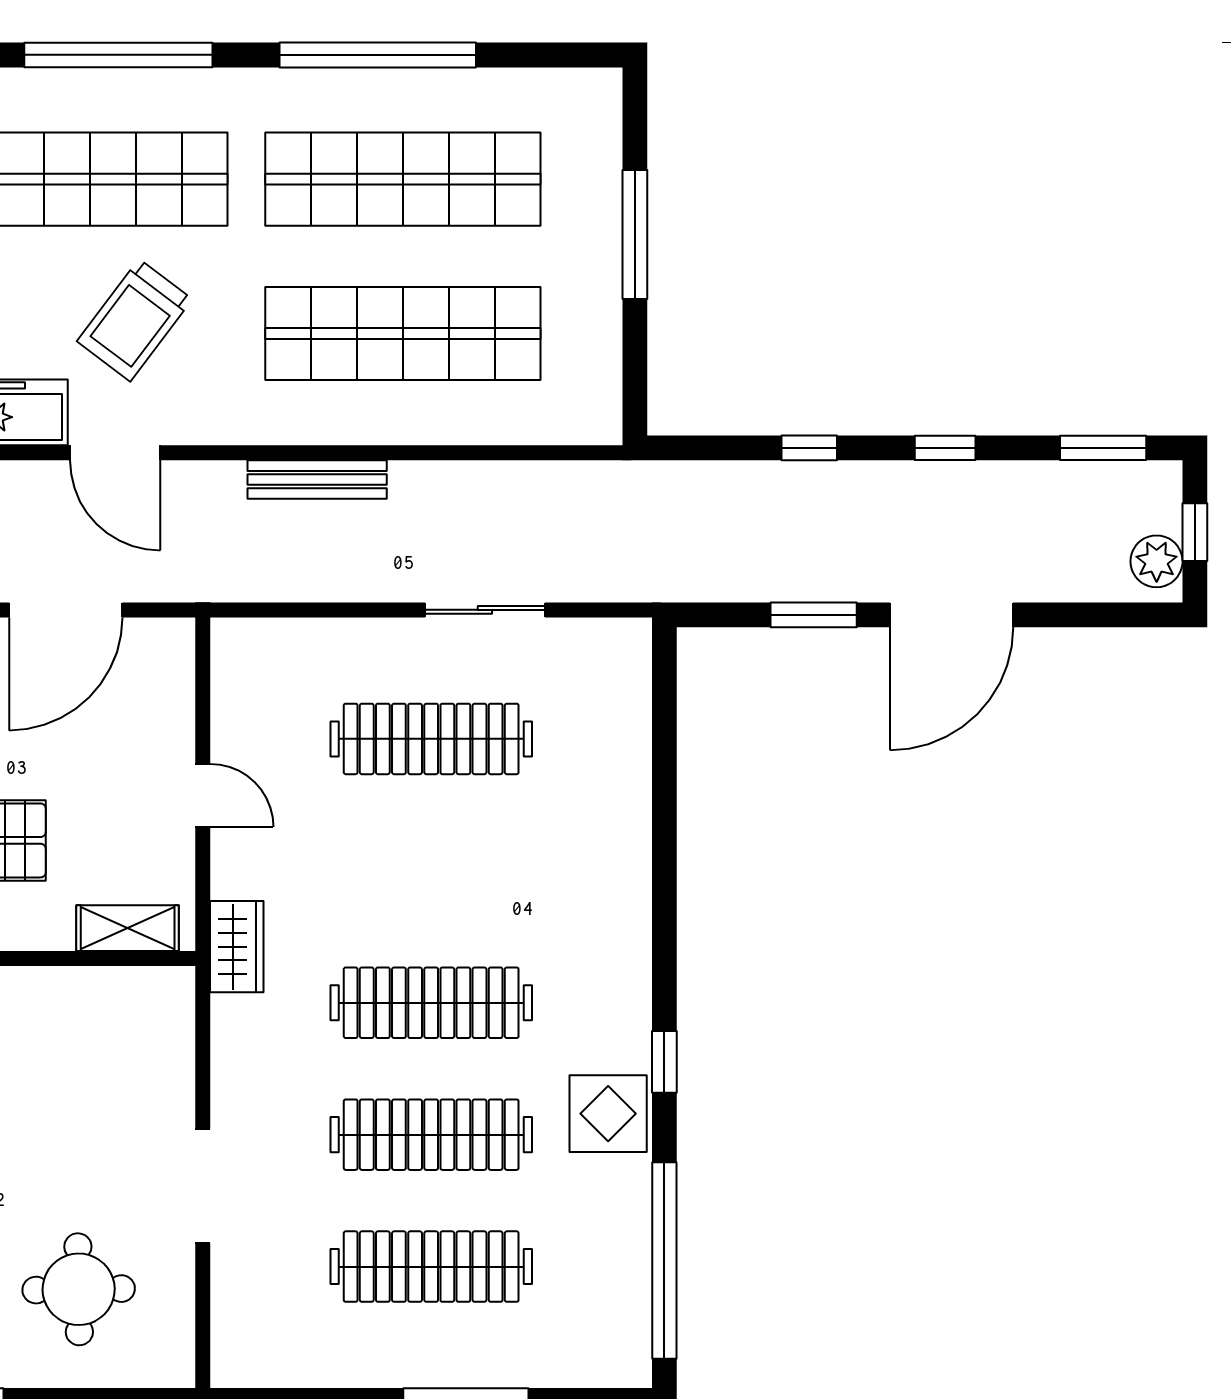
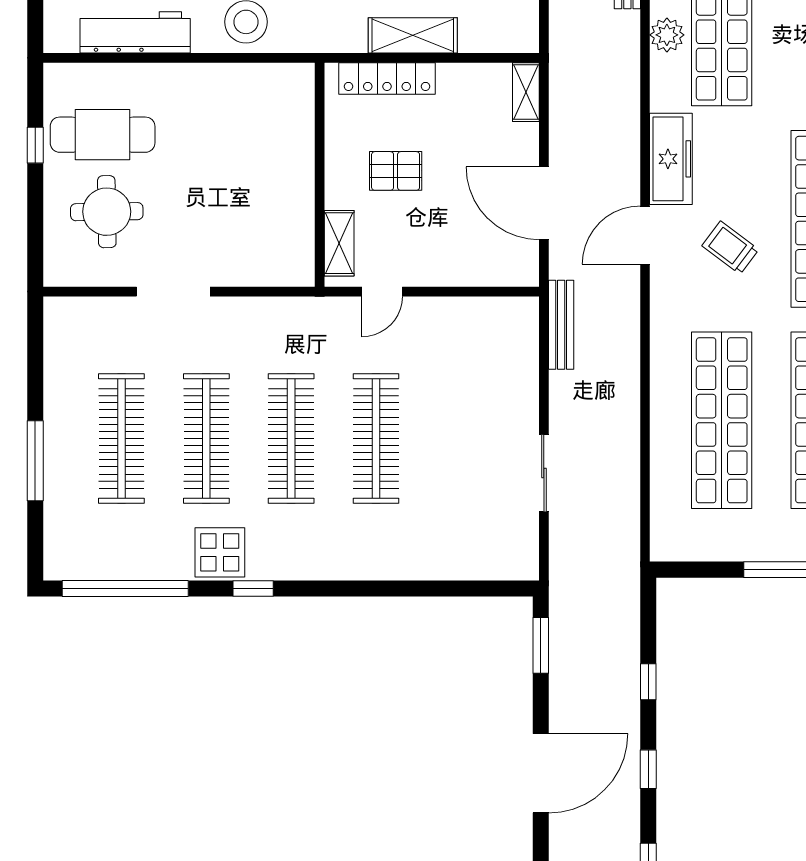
trolley: (135, 320) -> (730, 248), width x0.73, depth x0.72
bench: (317, 480) -> (561, 325), moved
window: (814, 615) -> (541, 645), moved
door: (952, 615) -> (541, 773), swing flipped
clothes rail: (431, 739) -> (376, 438), moved
door: (203, 795) -> (382, 292), moved
wardrobe: (237, 947) -> (327, 313), removed

